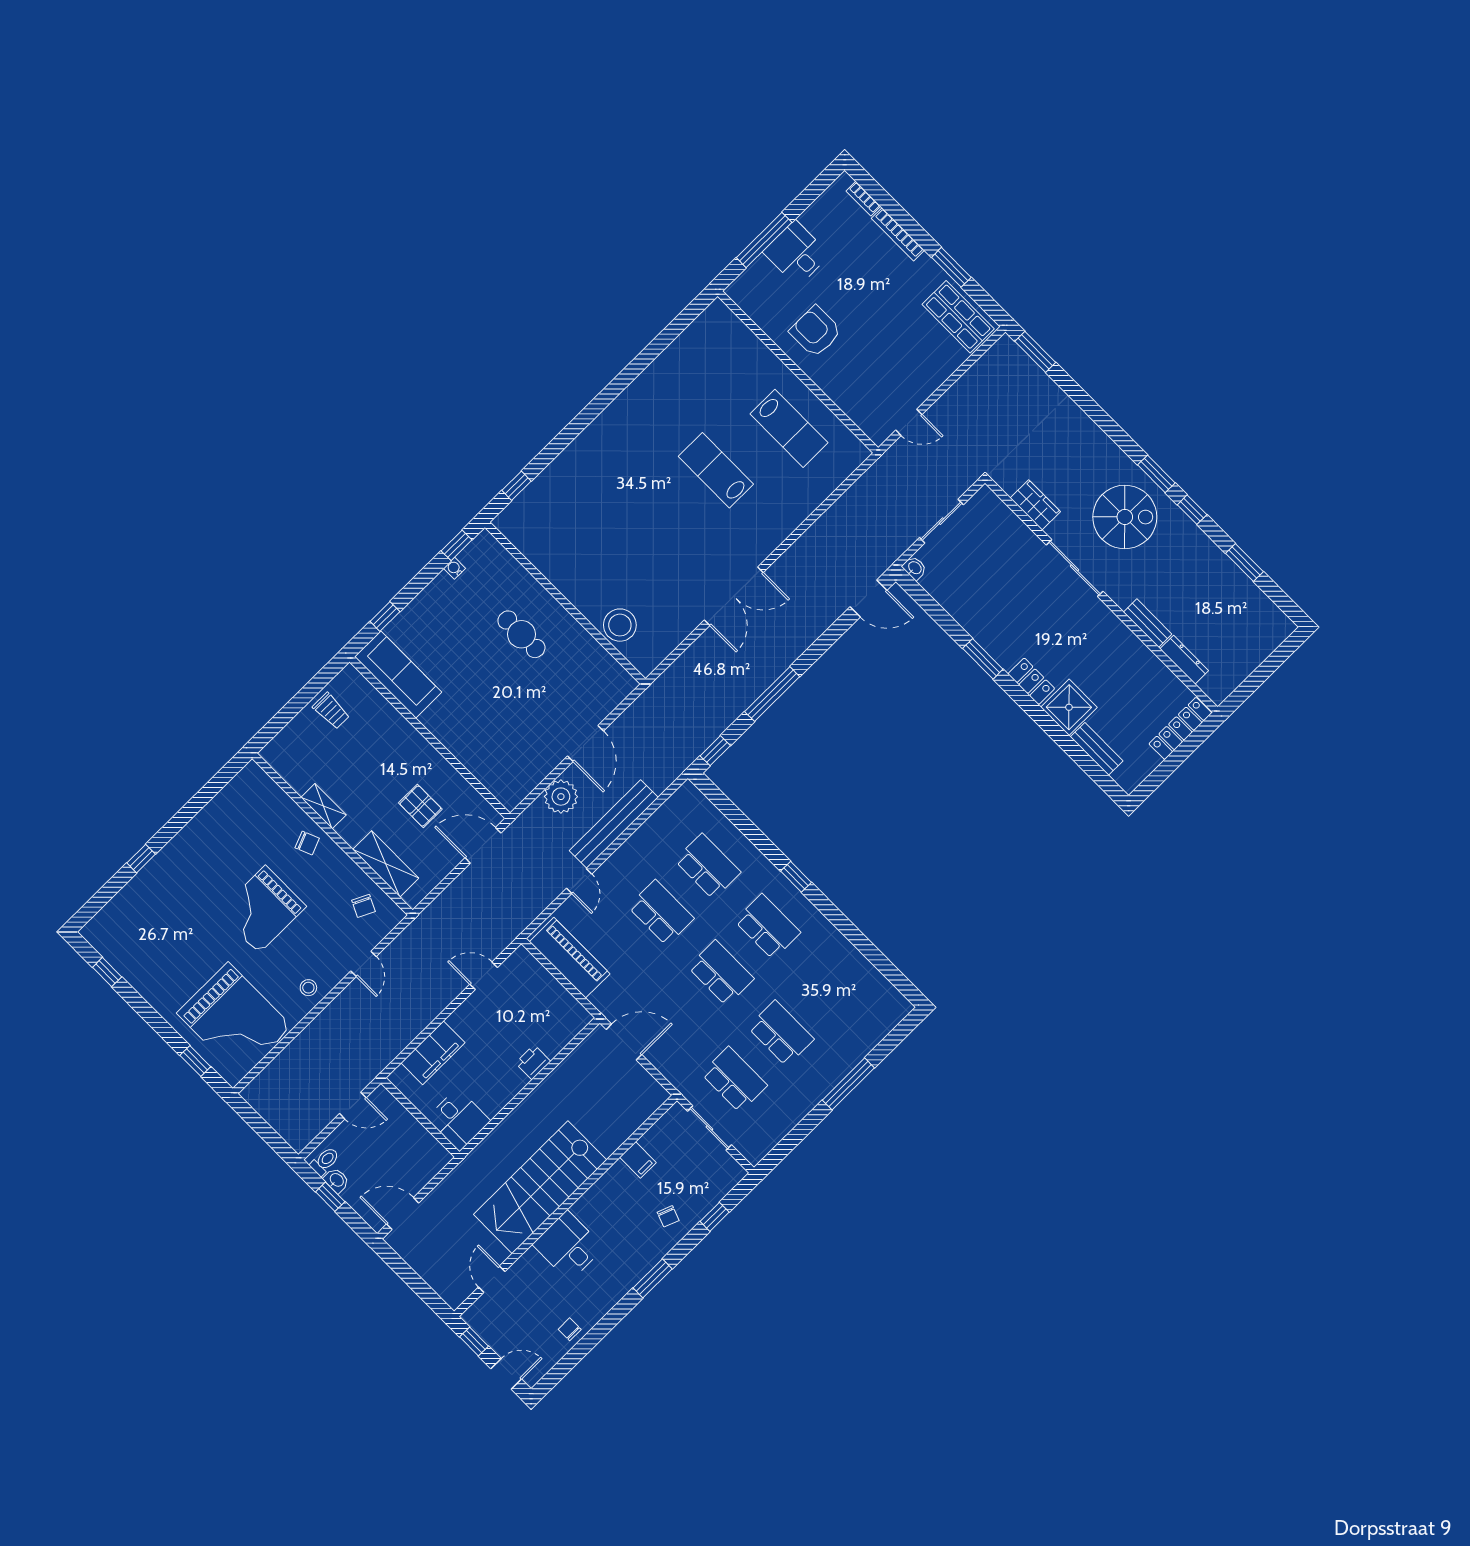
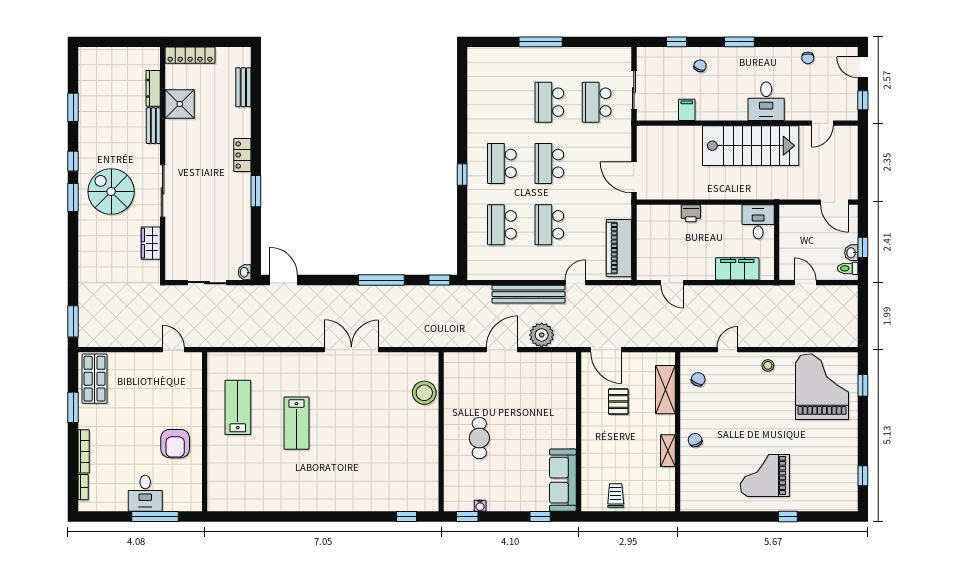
shower: (1069, 707) -> (180, 104), moved
grand piano: (262, 909) -> (765, 475), moved, turned 180

